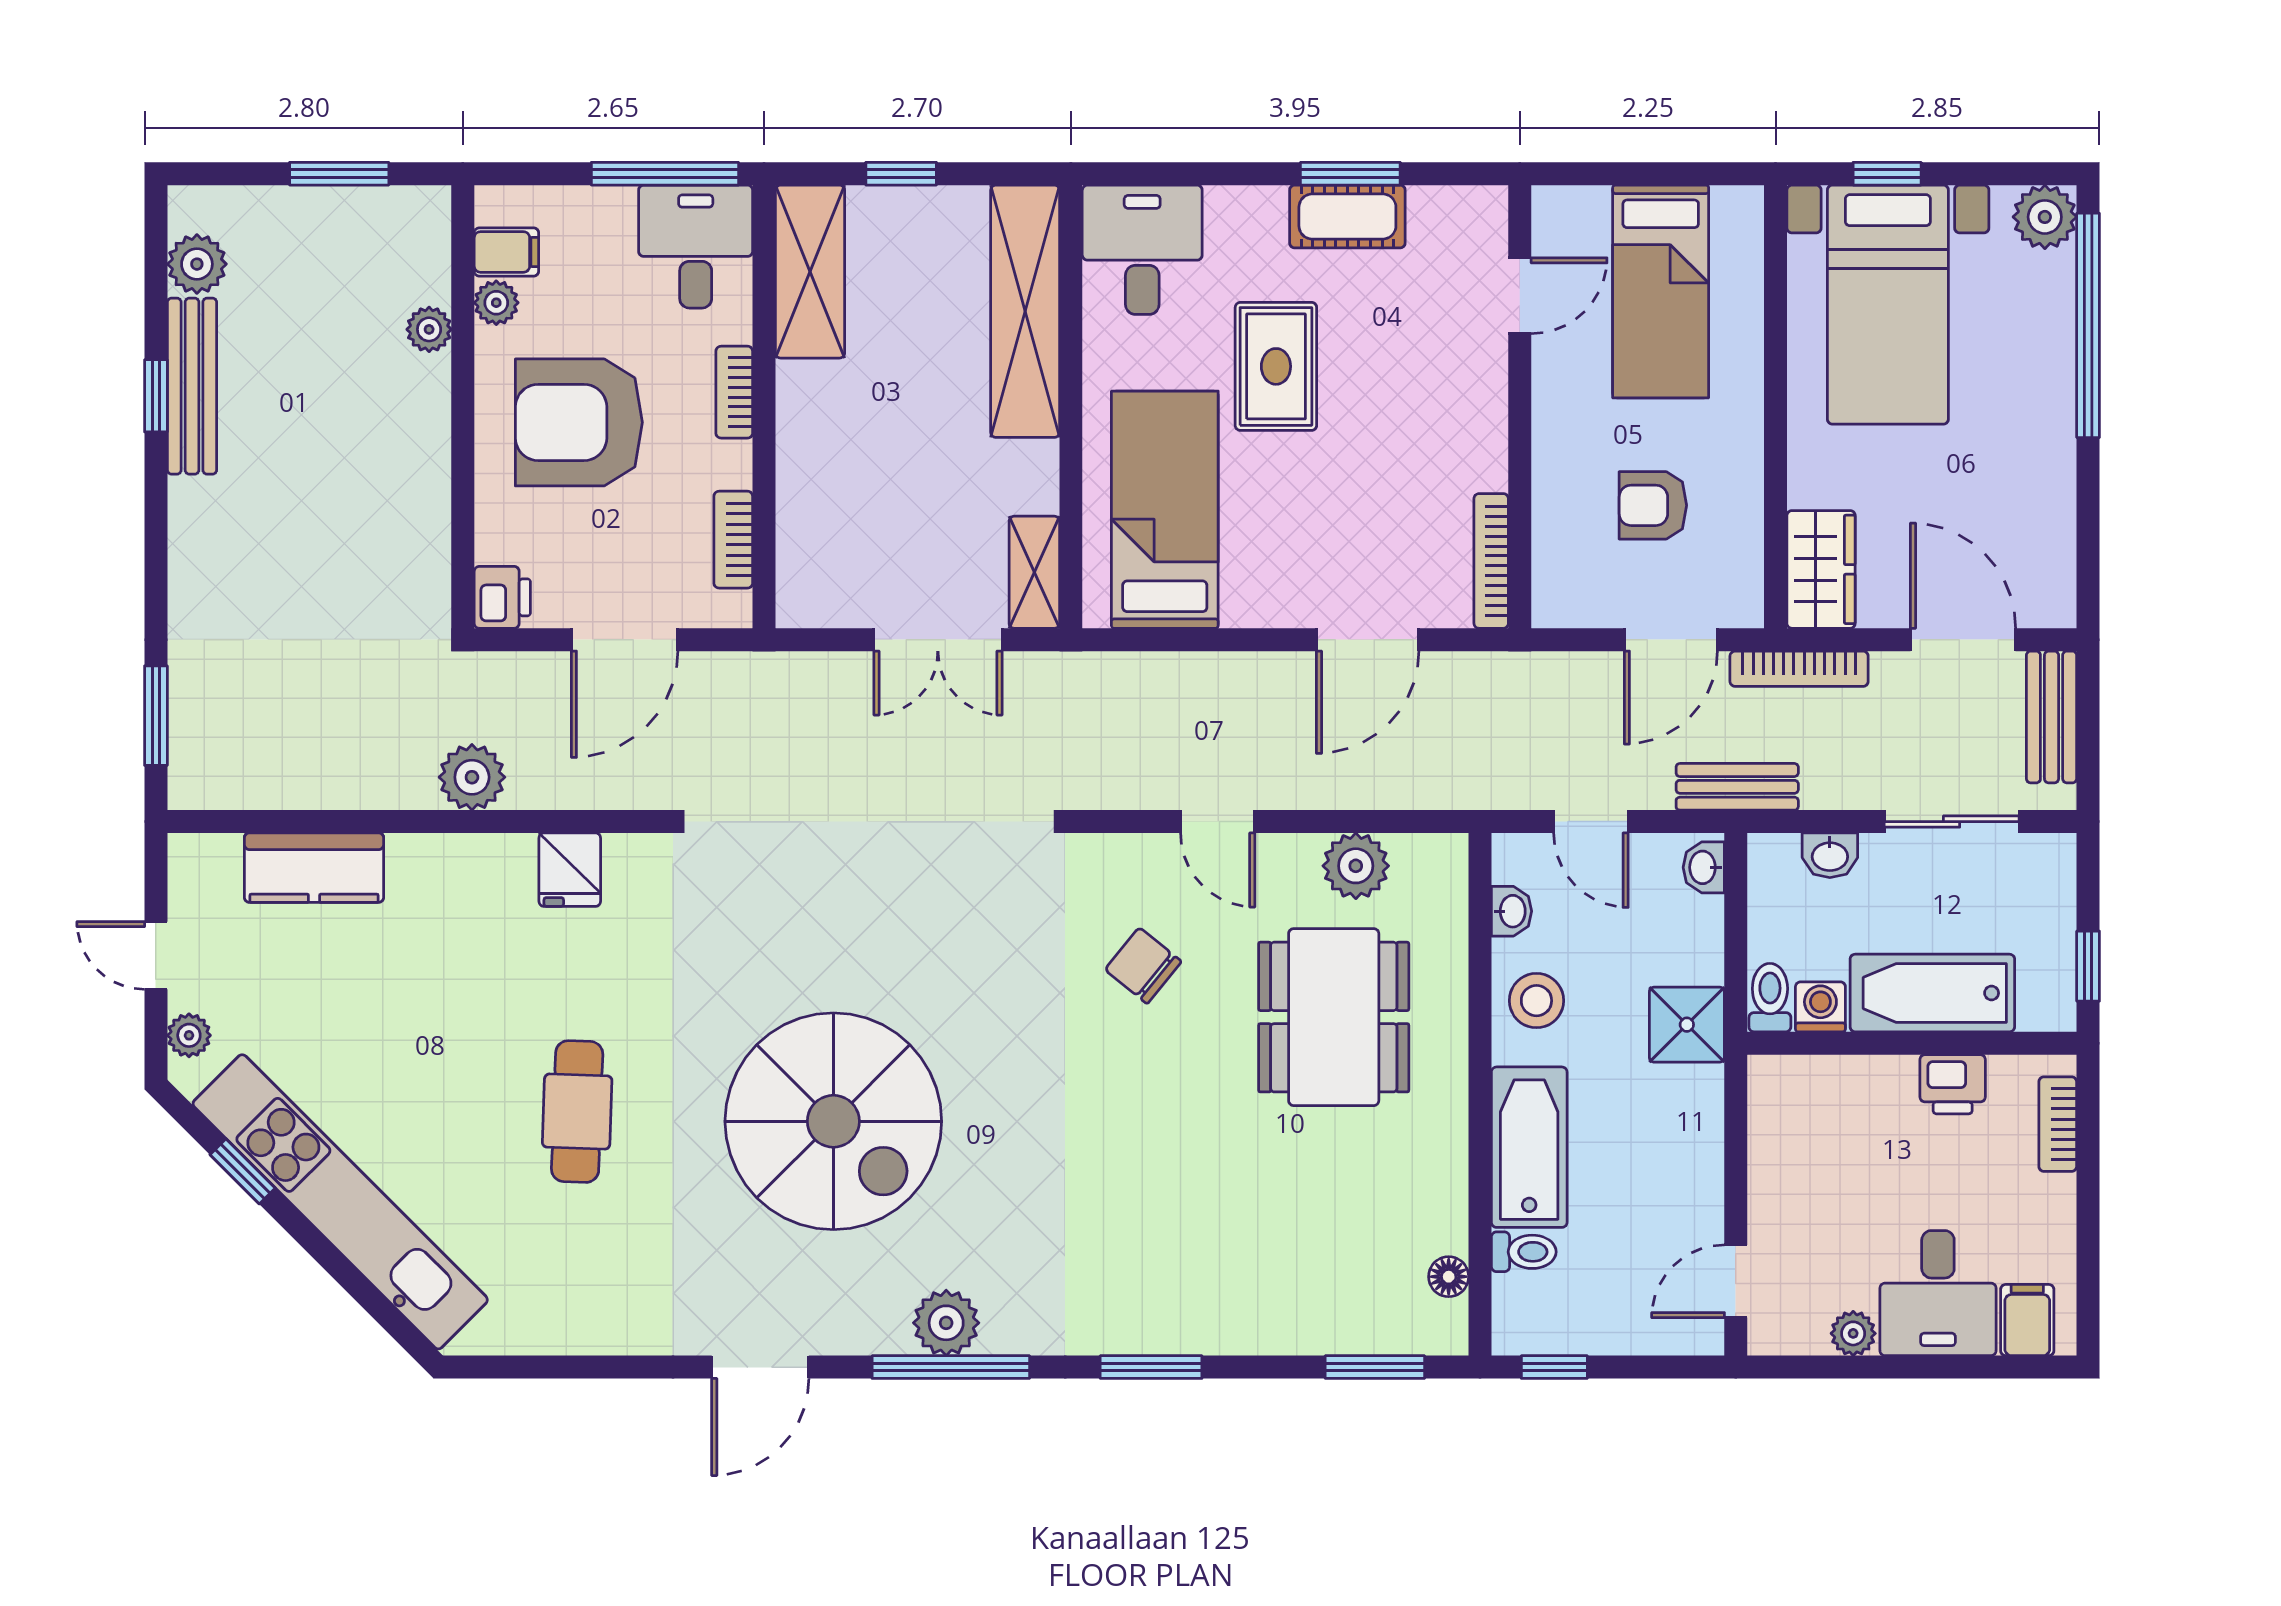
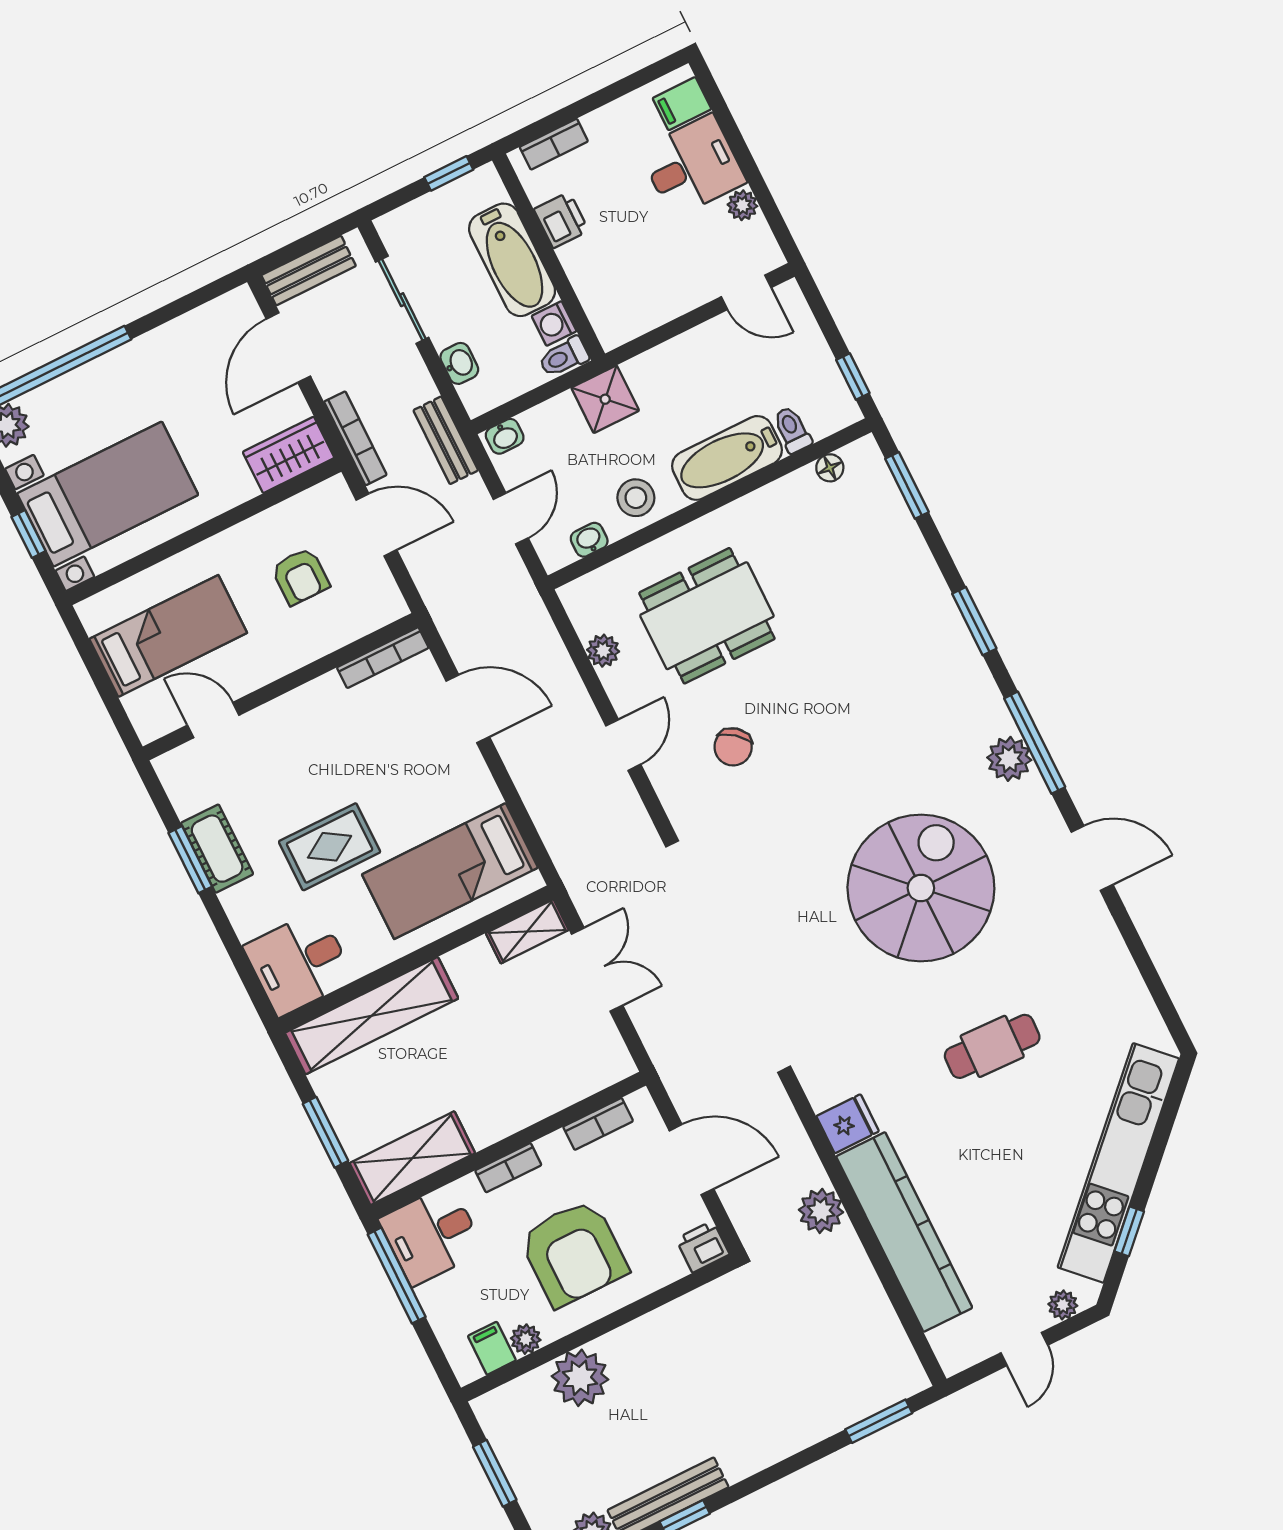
window: (901, 174) -> (325, 1132), width x1.50
plant: (429, 329) -> (580, 1378), width x1.87, depth x1.87
plant: (1356, 866) -> (603, 651), width x0.73, depth x0.73
kitchen counter: (314, 868) -> (904, 1232), width x2.08, depth x1.17

